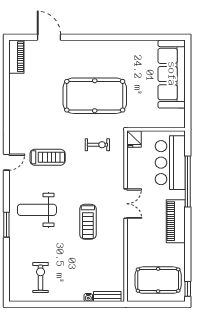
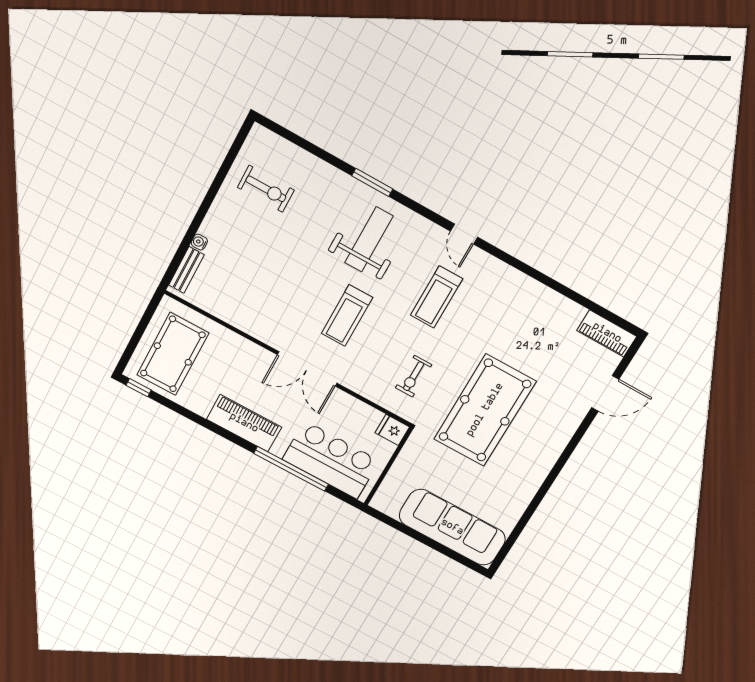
double door: (126, 204) -> (307, 369), width x1.37
treadmill: (88, 222) -> (347, 315), moved, turned -90

